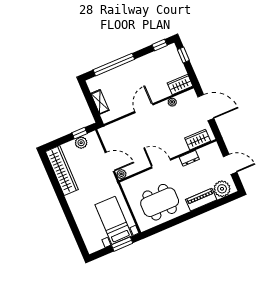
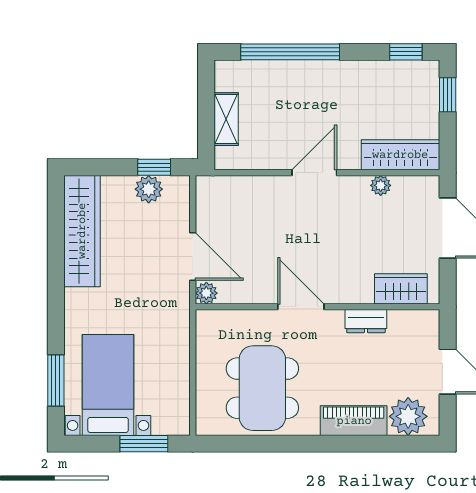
wardrobe: (180, 84) -> (400, 155), width x1.50
dining table: (160, 202) -> (262, 388), turned 90
bed with nightstands: (114, 220) -> (108, 385), moved
window: (77, 234) -> (56, 380), added

